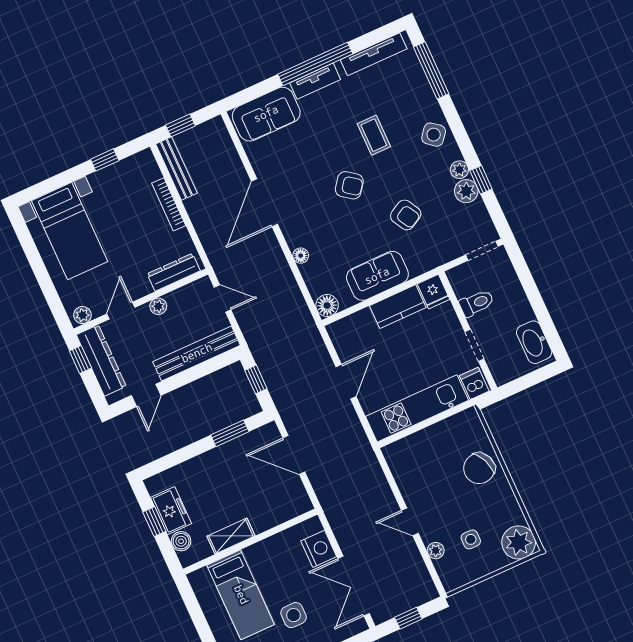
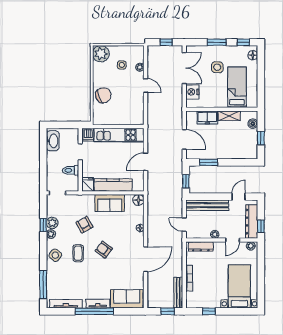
coffee table: (374, 135) -> (78, 253), moved
kitchen counter: (398, 307) -> (113, 185), width x1.50
freezer: (171, 511) -> (207, 117), moved, turned -90

